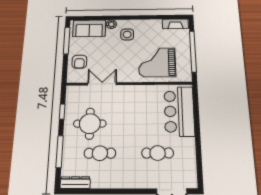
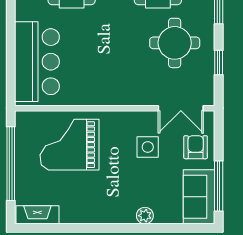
sofa: (89, 28) -> (199, 197), moved, turned -90
side table: (127, 34) -> (148, 147), moved
grand piano: (157, 62) -> (70, 145), turned 180
double door: (102, 84) -> (181, 108), moved

